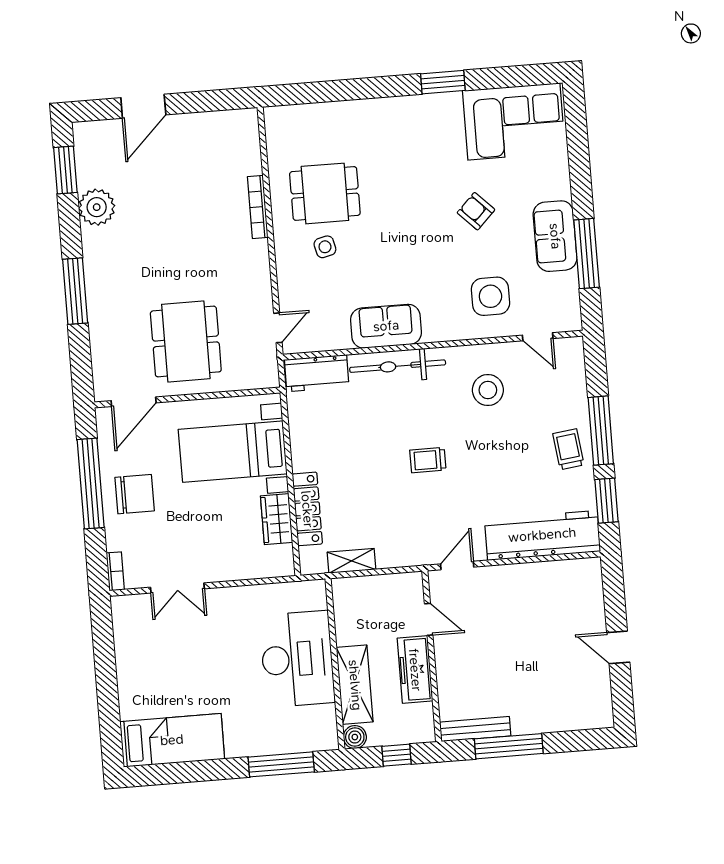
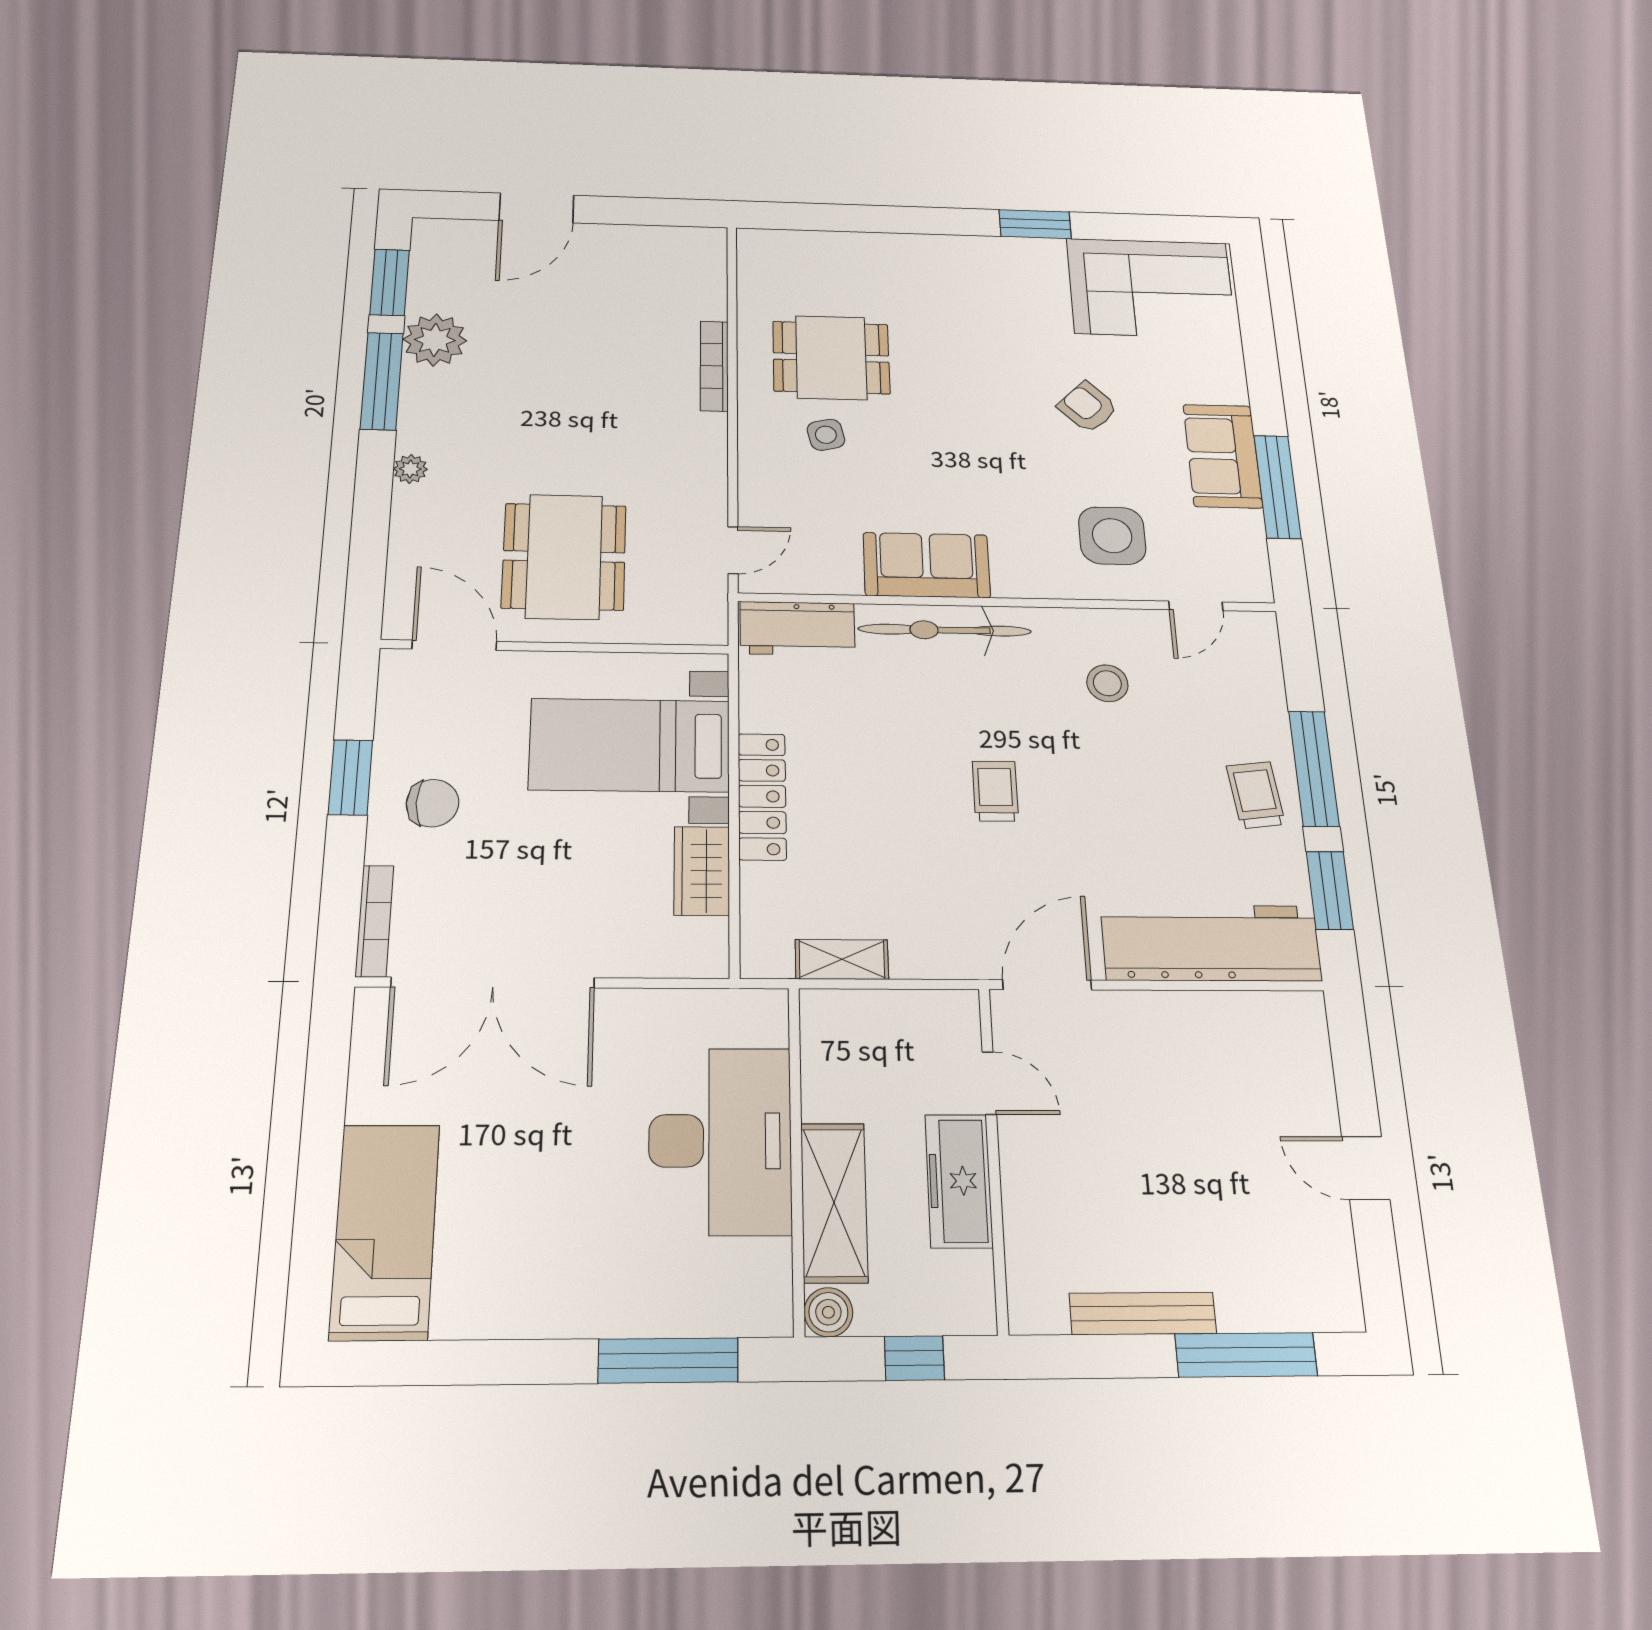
window: (75, 291) -> (382, 381), moved
plant: (95, 295) -> (410, 469), added
door: (538, 337) -> (1196, 606), hinge flipped
stool: (488, 390) -> (1107, 683), width x0.73, depth x0.73
door: (134, 402) -> (454, 645), swing flipped
trolley: (428, 460) -> (995, 791), turned 90
window: (91, 484) -> (350, 777), width x0.47
chair: (135, 494) -> (433, 803), width x0.73, depth x0.73
locker: (307, 509) -> (762, 796), moved
door: (457, 565) -> (1047, 985), width x1.38
bookcase: (115, 571) -> (374, 921), width x1.56
double door: (177, 588) -> (493, 983), width x1.87
bench: (475, 729) -> (1143, 1313), moved
bed: (172, 740) -> (385, 1231), moved, turned -90
window: (509, 746) -> (1246, 1355), moved

